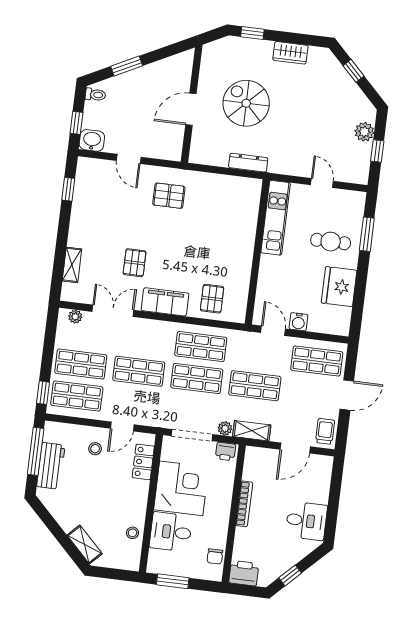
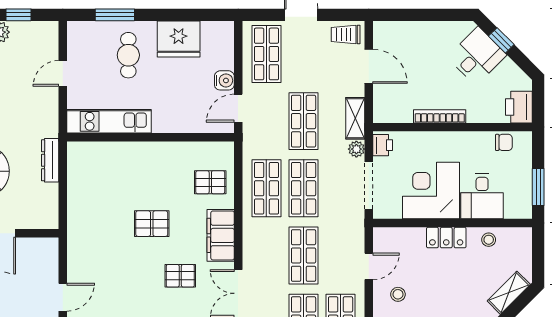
pallet: (169, 196) -> (152, 224), moved, turned 90
door: (122, 426) -> (369, 266), hinge flipped
locker: (143, 462) -> (446, 238), moved
desk: (306, 521) -> (477, 56), moved, turned 45
window: (290, 575) -> (501, 40), moved

